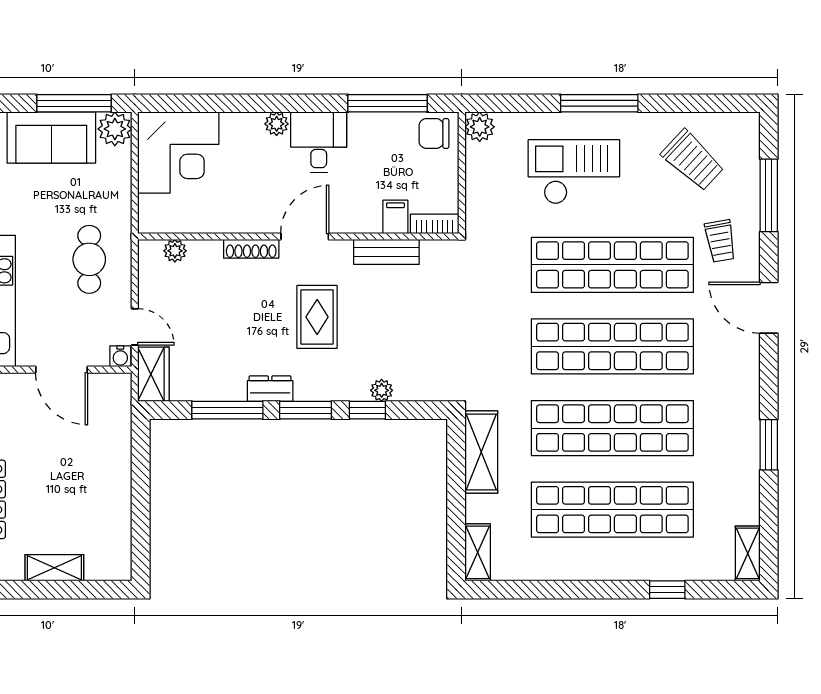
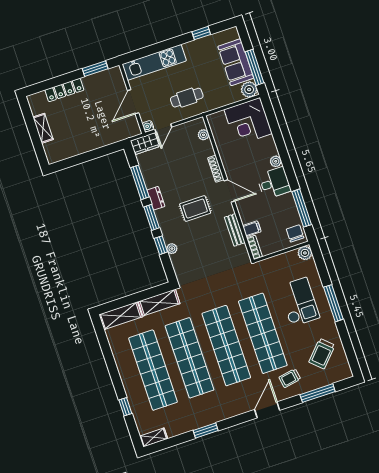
shelving: (478, 552) -> (121, 316), width x1.50, depth x1.33

